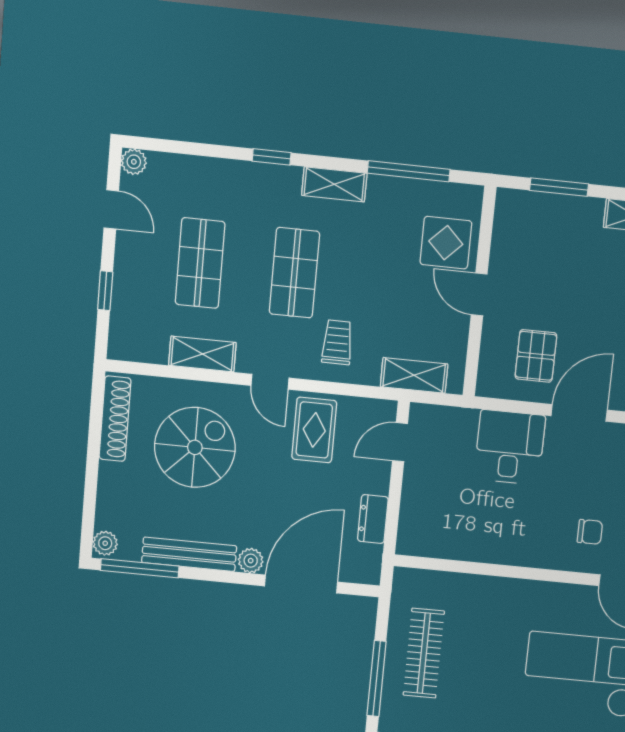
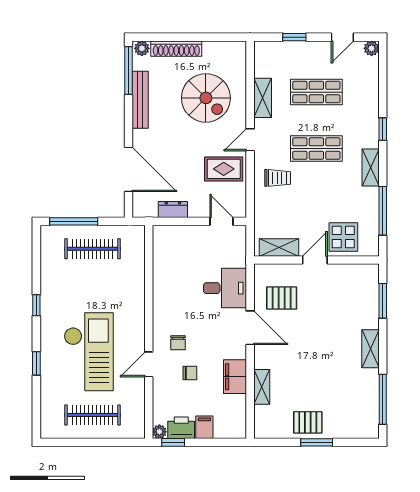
shelving: (414, 375) -> (279, 247), moved, turned 90
shoe rack: (115, 419) -> (176, 49), moved
plant: (251, 561) -> (140, 138), removed

